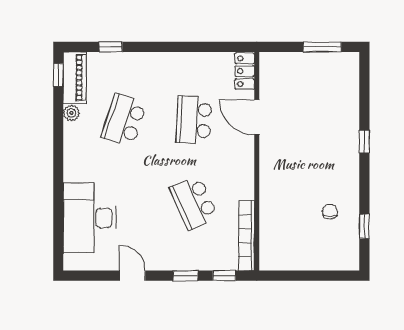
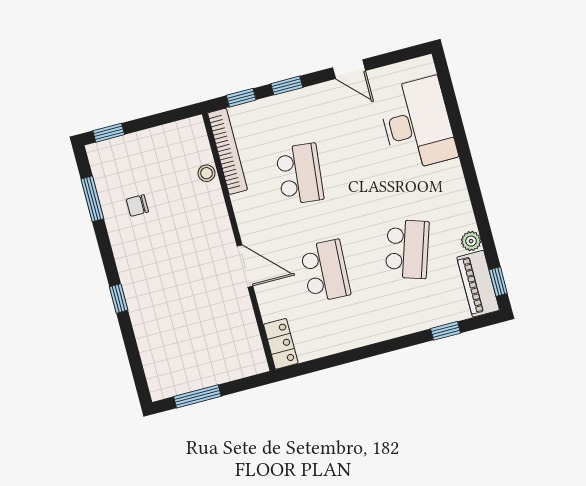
door: (257, 117) -> (245, 266), moved
school desk: (194, 203) -> (300, 174), turned 30
chair: (330, 212) -> (137, 206), turned 90
stool: (268, 223) -> (207, 173), added
window: (364, 226) -> (92, 199), width x1.50
window: (337, 276) -> (109, 133), added

